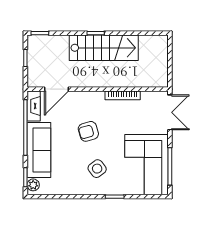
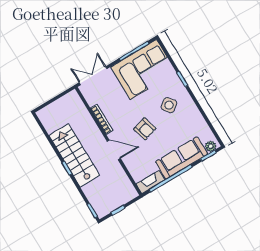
door: (57, 89) -> (114, 150), moved

